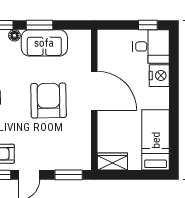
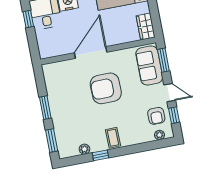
floor lamp: (14, 35) -> (58, 127), removed
sofa: (44, 43) -> (149, 65), moved, turned 180

